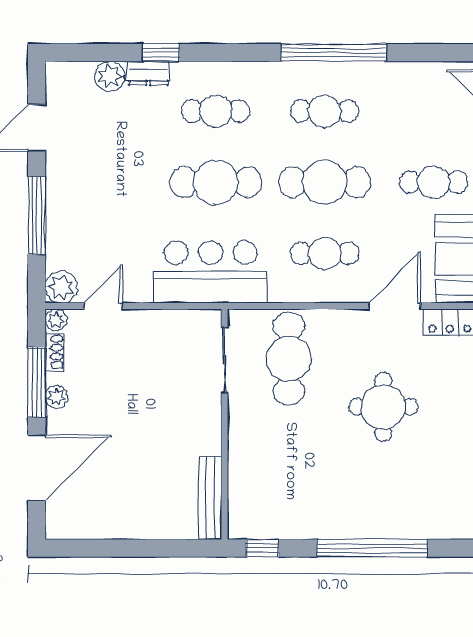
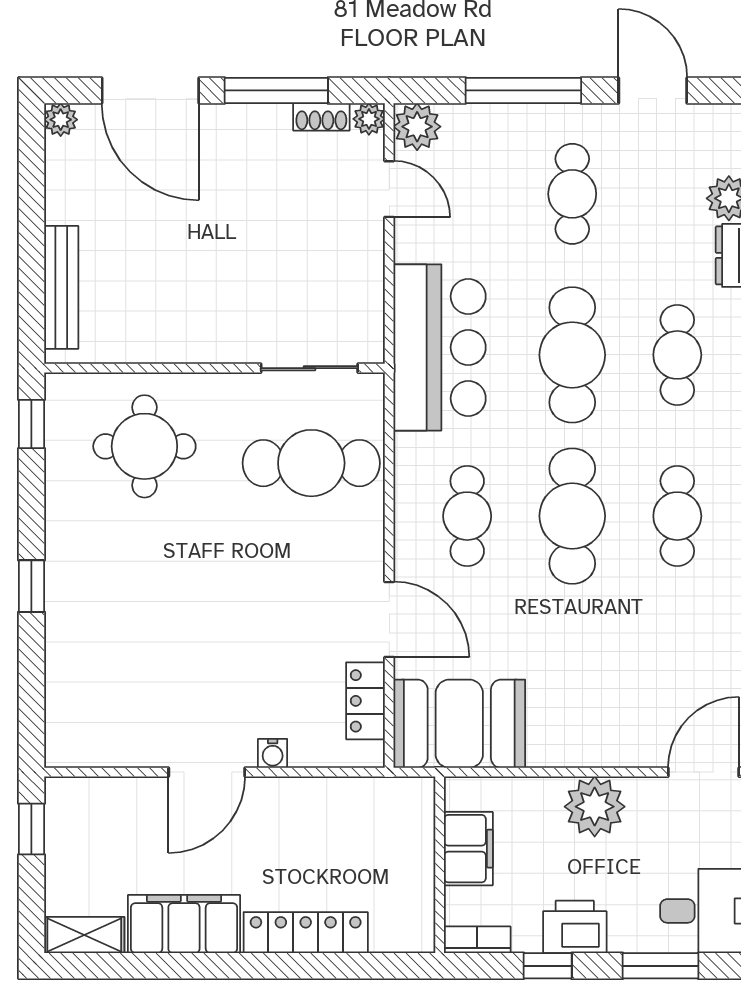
cafe table: (434, 182) -> (572, 194), moved
plant: (56, 397) -> (61, 120), moved
round table: (383, 407) -> (144, 446), moved
bench: (210, 498) -> (61, 287), moved, turned 90
window: (372, 548) -> (31, 586), width x0.32

